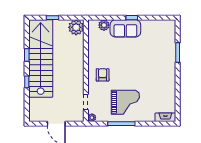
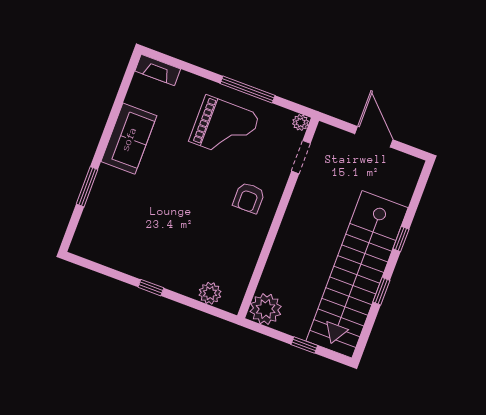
sofa: (125, 28) -> (129, 139), moved, turned 90
grand piano: (125, 102) -> (224, 128), turned 180

